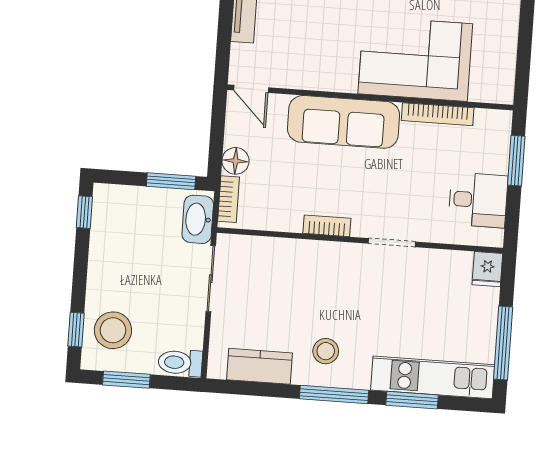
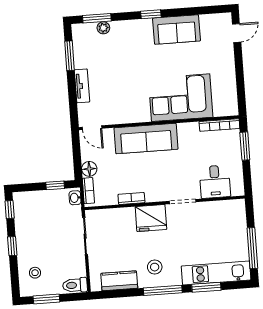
bookcase: (438, 114) -> (219, 125), moved
window: (171, 181) -> (55, 185), width x0.67
desk: (478, 200) -> (215, 182), moved, turned 90
washbasin: (198, 219) -> (75, 198), width x0.52, depth x0.69
bookcase: (327, 226) -> (131, 198), moved
fridge: (487, 269) -> (151, 218), moved, width x1.88, depth x1.34
window: (76, 330) -> (12, 246), moved
stool: (113, 330) -> (35, 273), width x0.53, depth x0.53

